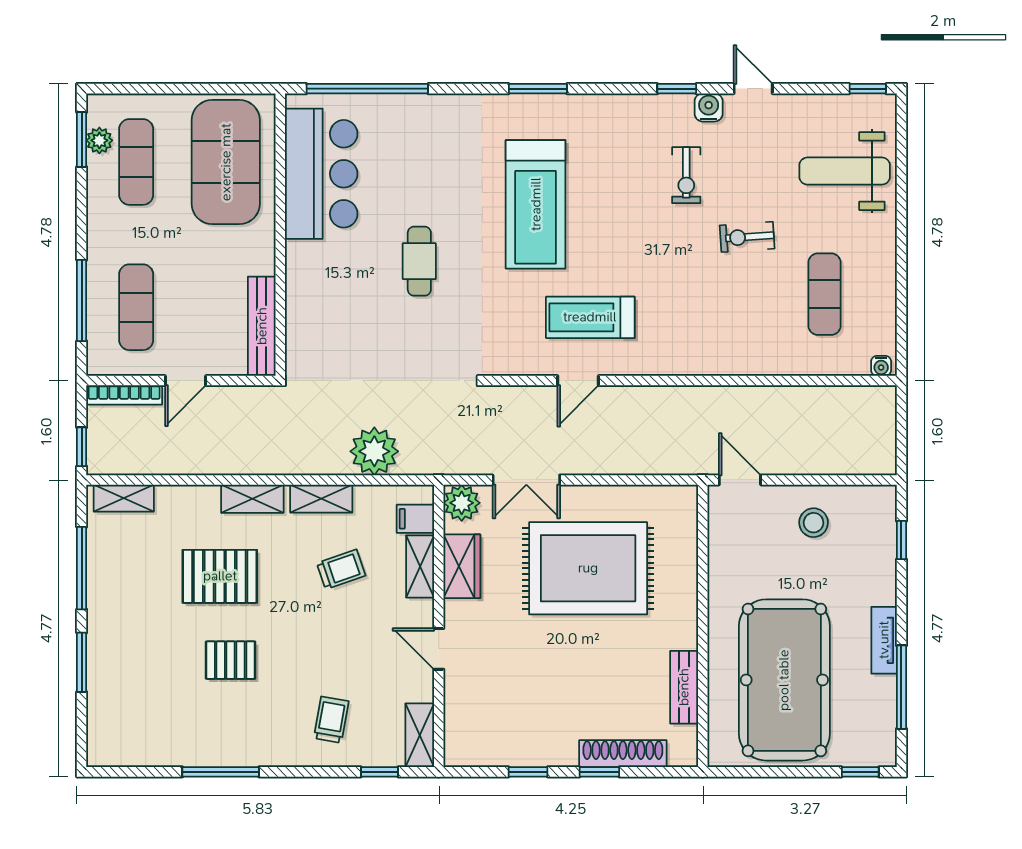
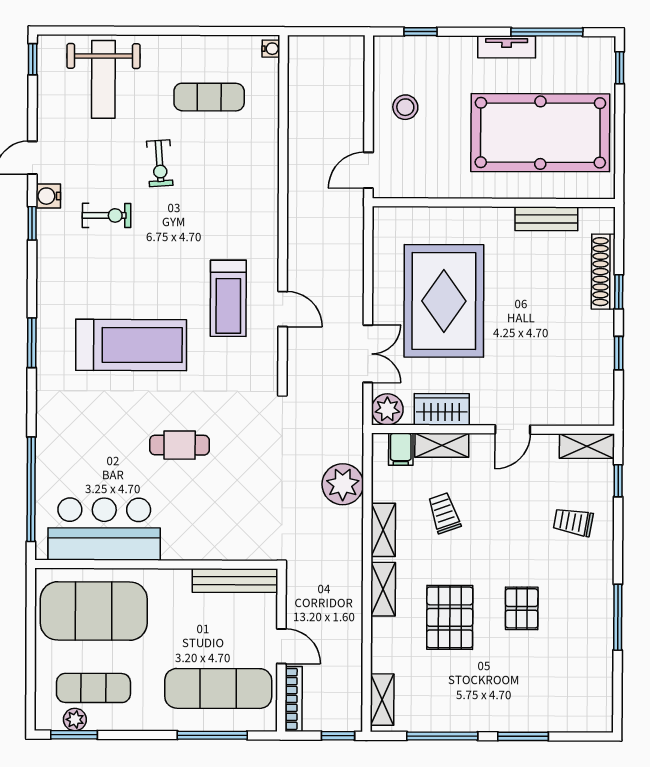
exercise mat: (136, 307) -> (218, 688), width x1.36, depth x1.45

